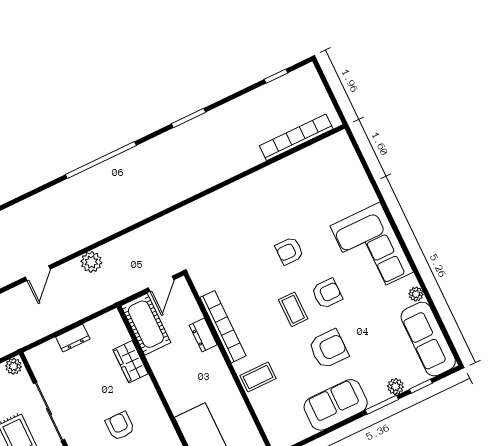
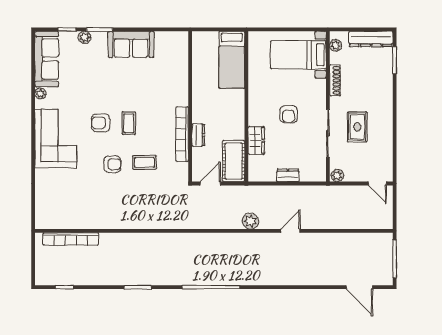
armchair: (329, 349) -> (118, 85), removed
coffee table: (258, 377) -> (144, 163), moved
armchair: (120, 426) -> (289, 114), moved

